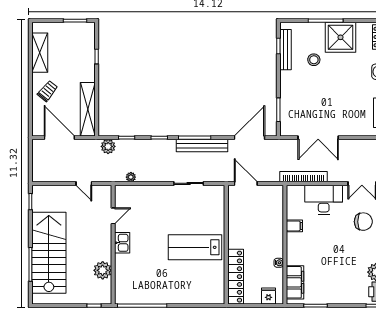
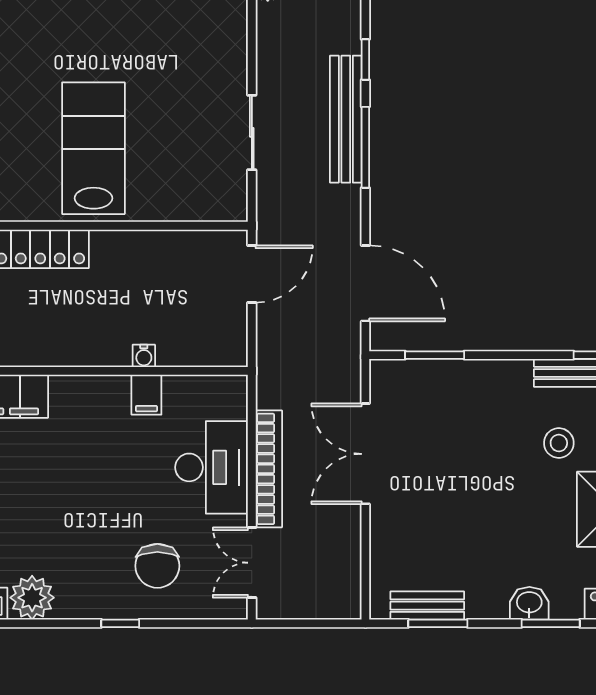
bench: (202, 146) -> (346, 119), moved
bookcase: (303, 177) -> (269, 469), moved
water cooler: (279, 263) -> (144, 356), moved

